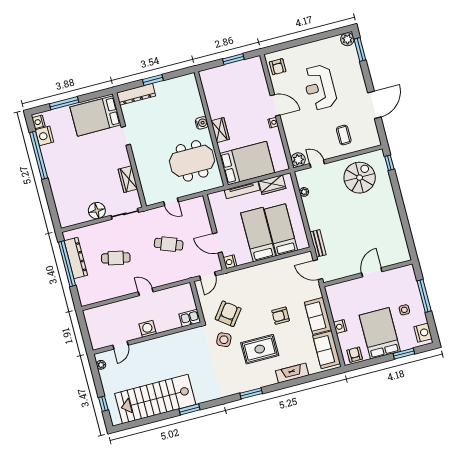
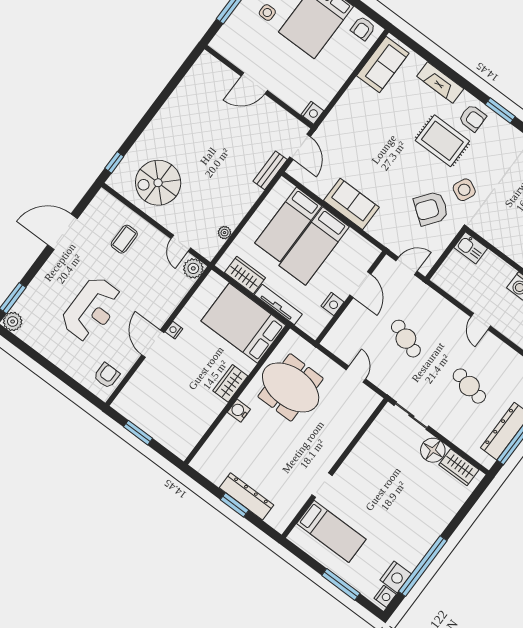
dresser: (136, 94) -> (246, 496), moved
bed: (95, 116) -> (331, 531), width x0.67
wardrobe: (128, 179) -> (459, 467), moved, turned 90
nightstand: (230, 262) -> (333, 304), moved
armchair: (281, 316) -> (472, 118), moved
sofa: (318, 316) -> (351, 204), moved, turned -90
nightstand: (340, 327) -> (312, 113), moved

